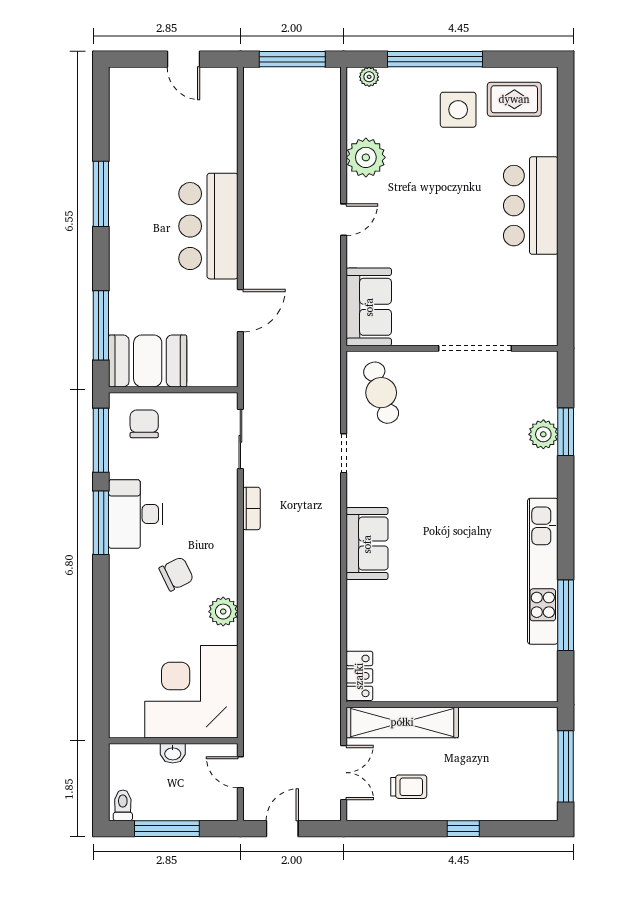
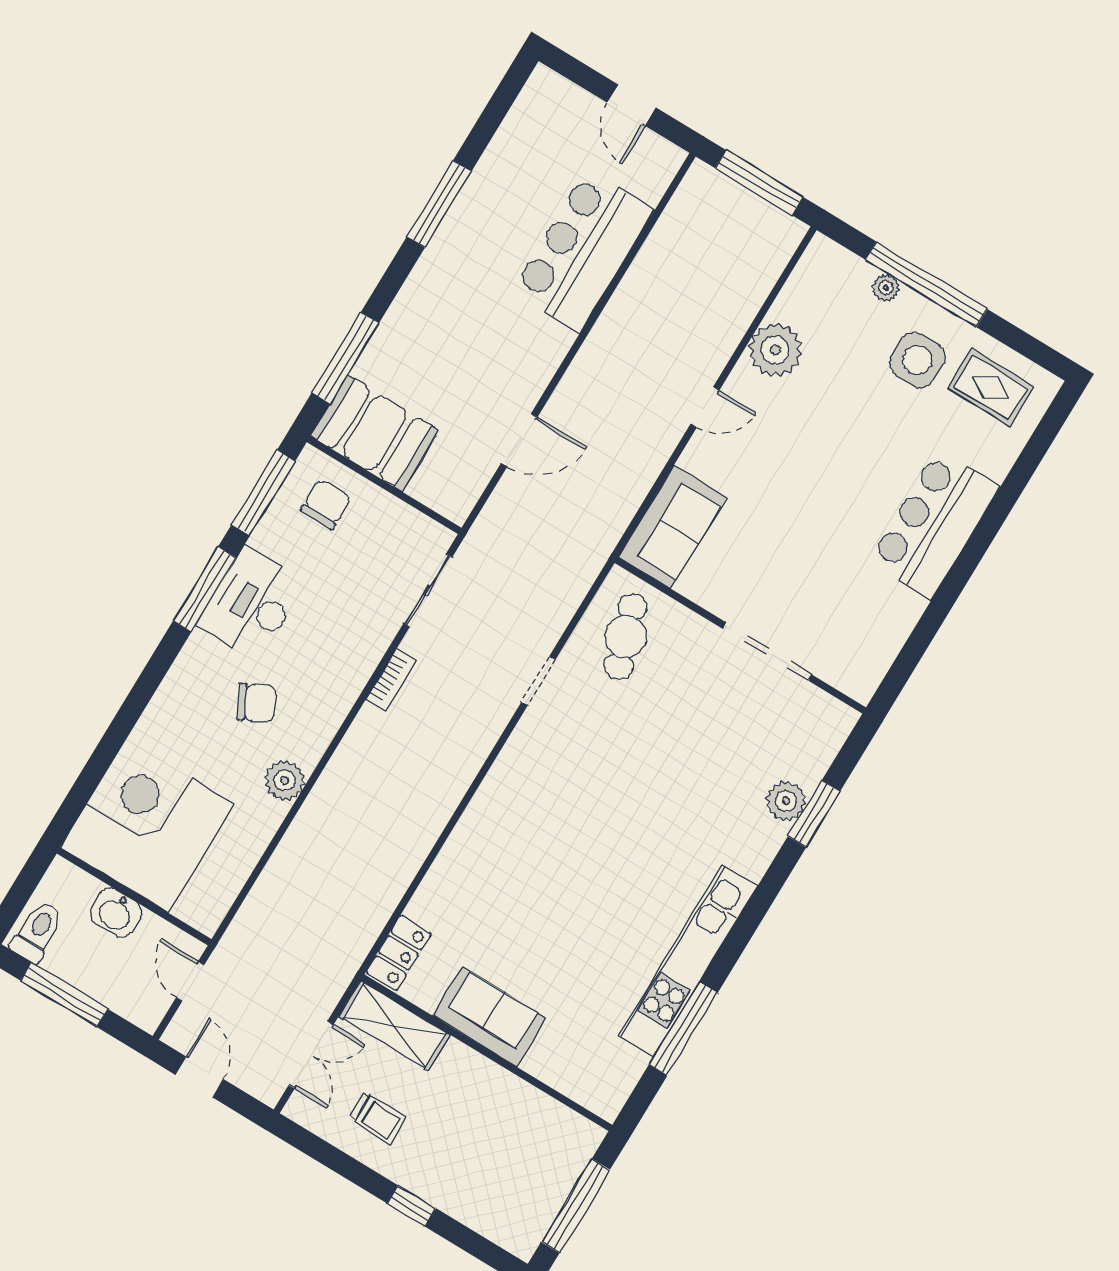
plant: (369, 77) -> (886, 288), moved
bar counter: (208, 226) -> (583, 251), moved
sofa: (367, 544) -> (489, 1017), moved, turned -90
corner desk: (191, 692) -> (148, 826), moved
shelving: (402, 722) -> (394, 1025), width x0.68
washbasin: (173, 753) -> (116, 913), width x1.38, depth x1.45
toilet: (123, 805) -> (37, 932), width x1.37, depth x1.39
door: (282, 829) -> (199, 1077), hinge flipped

